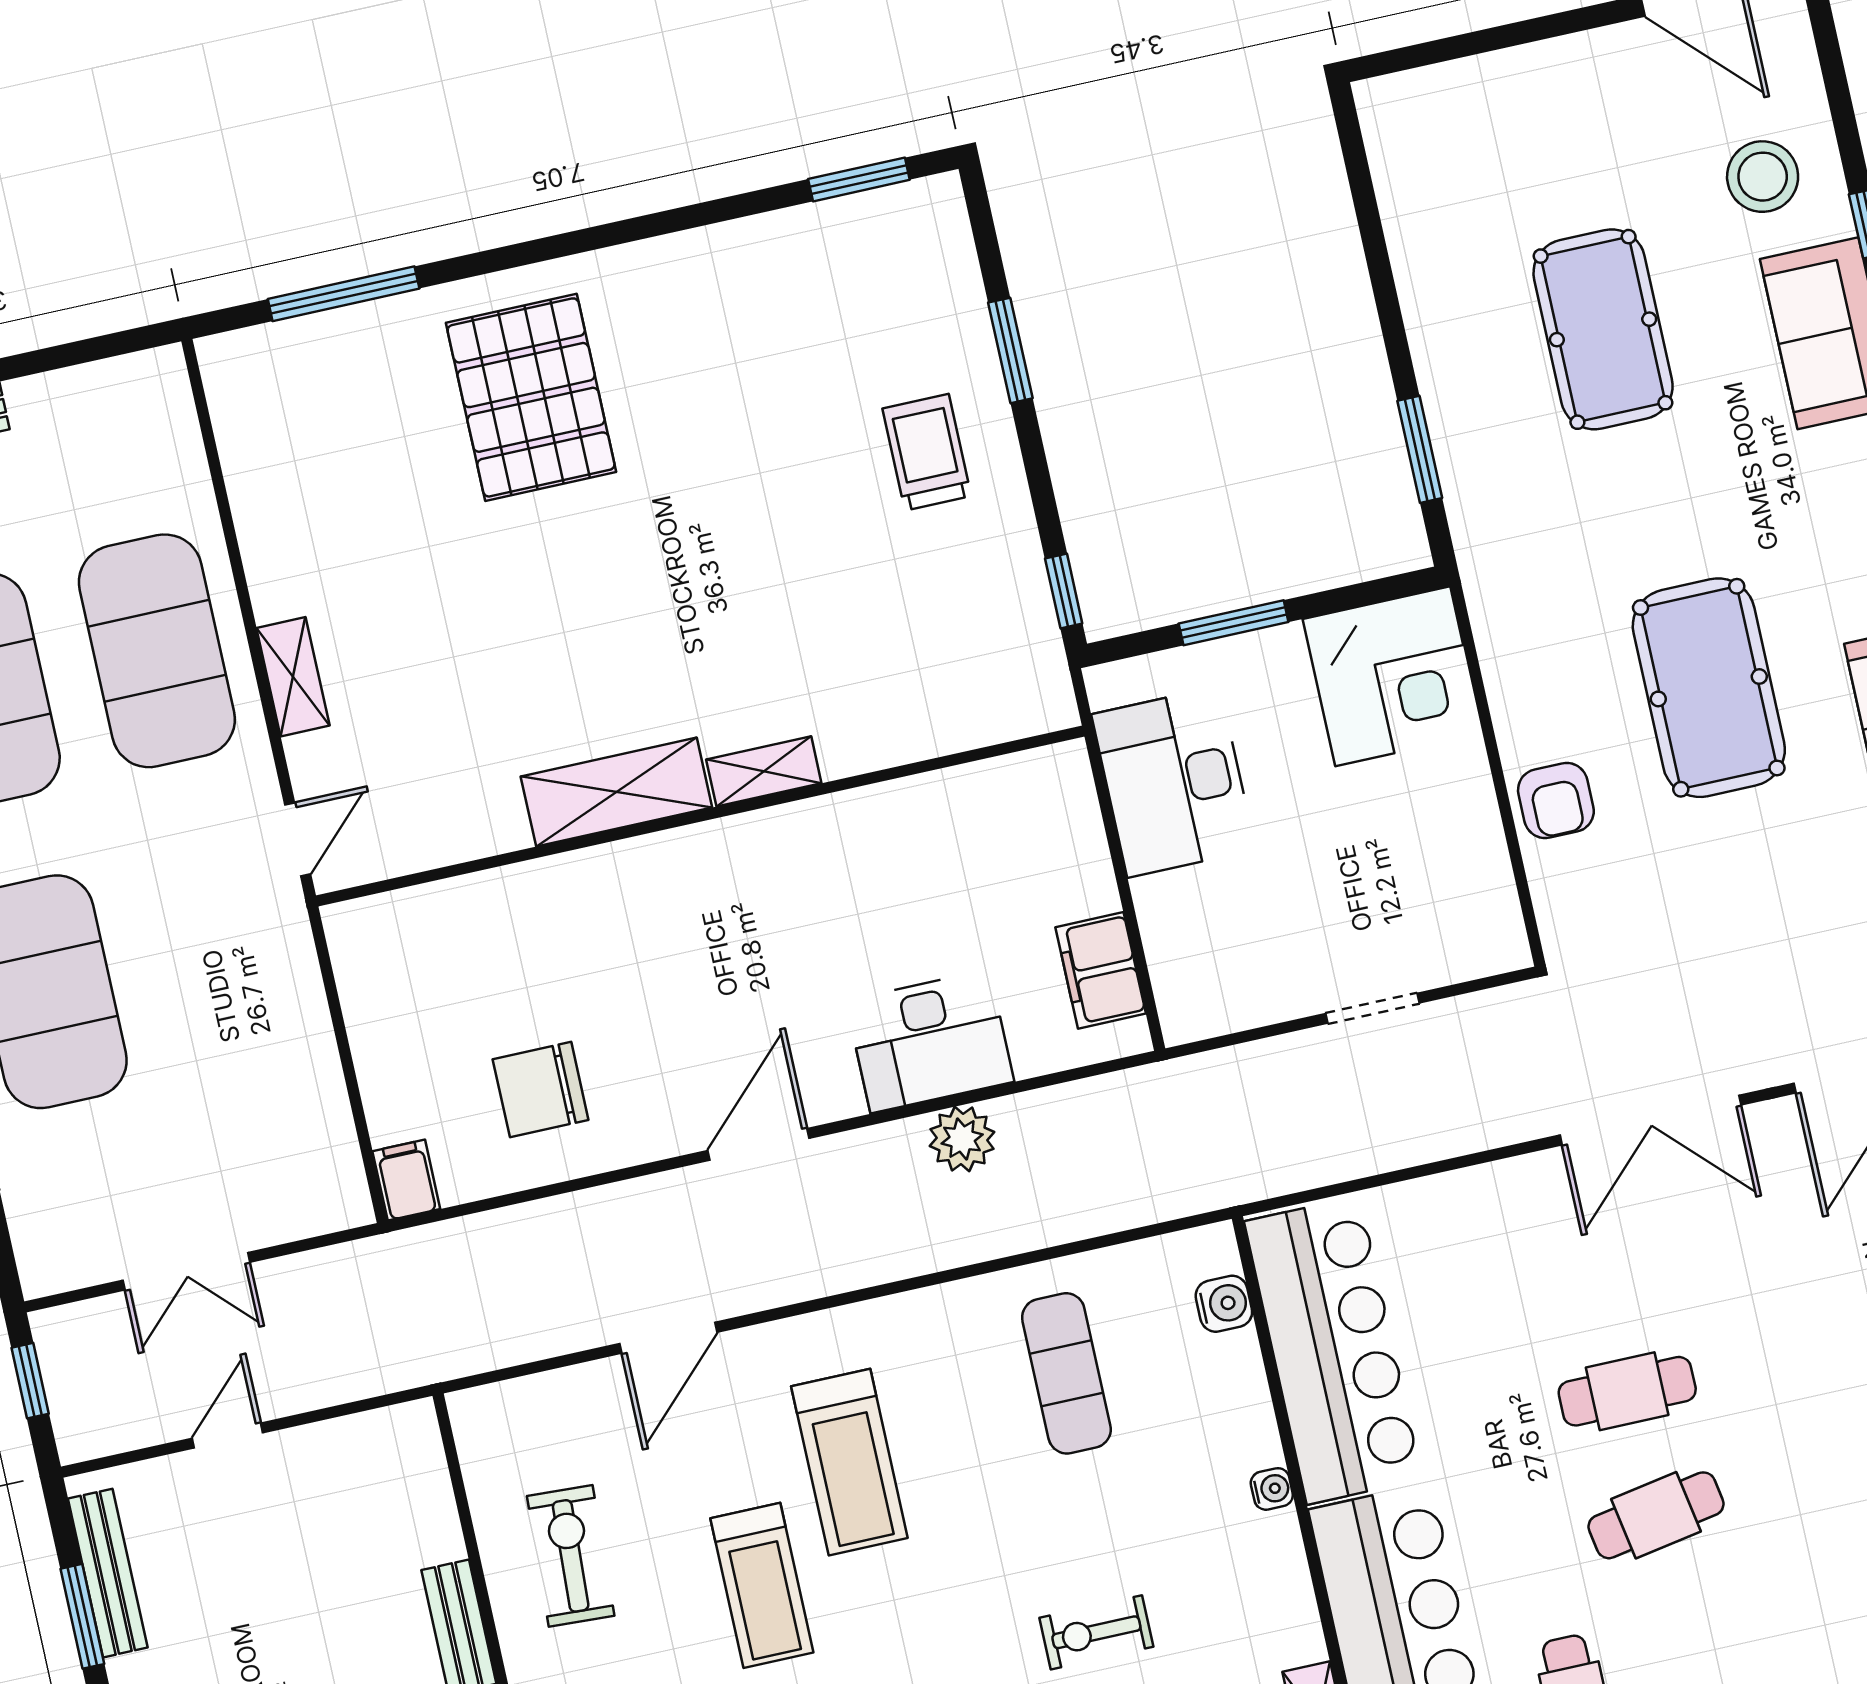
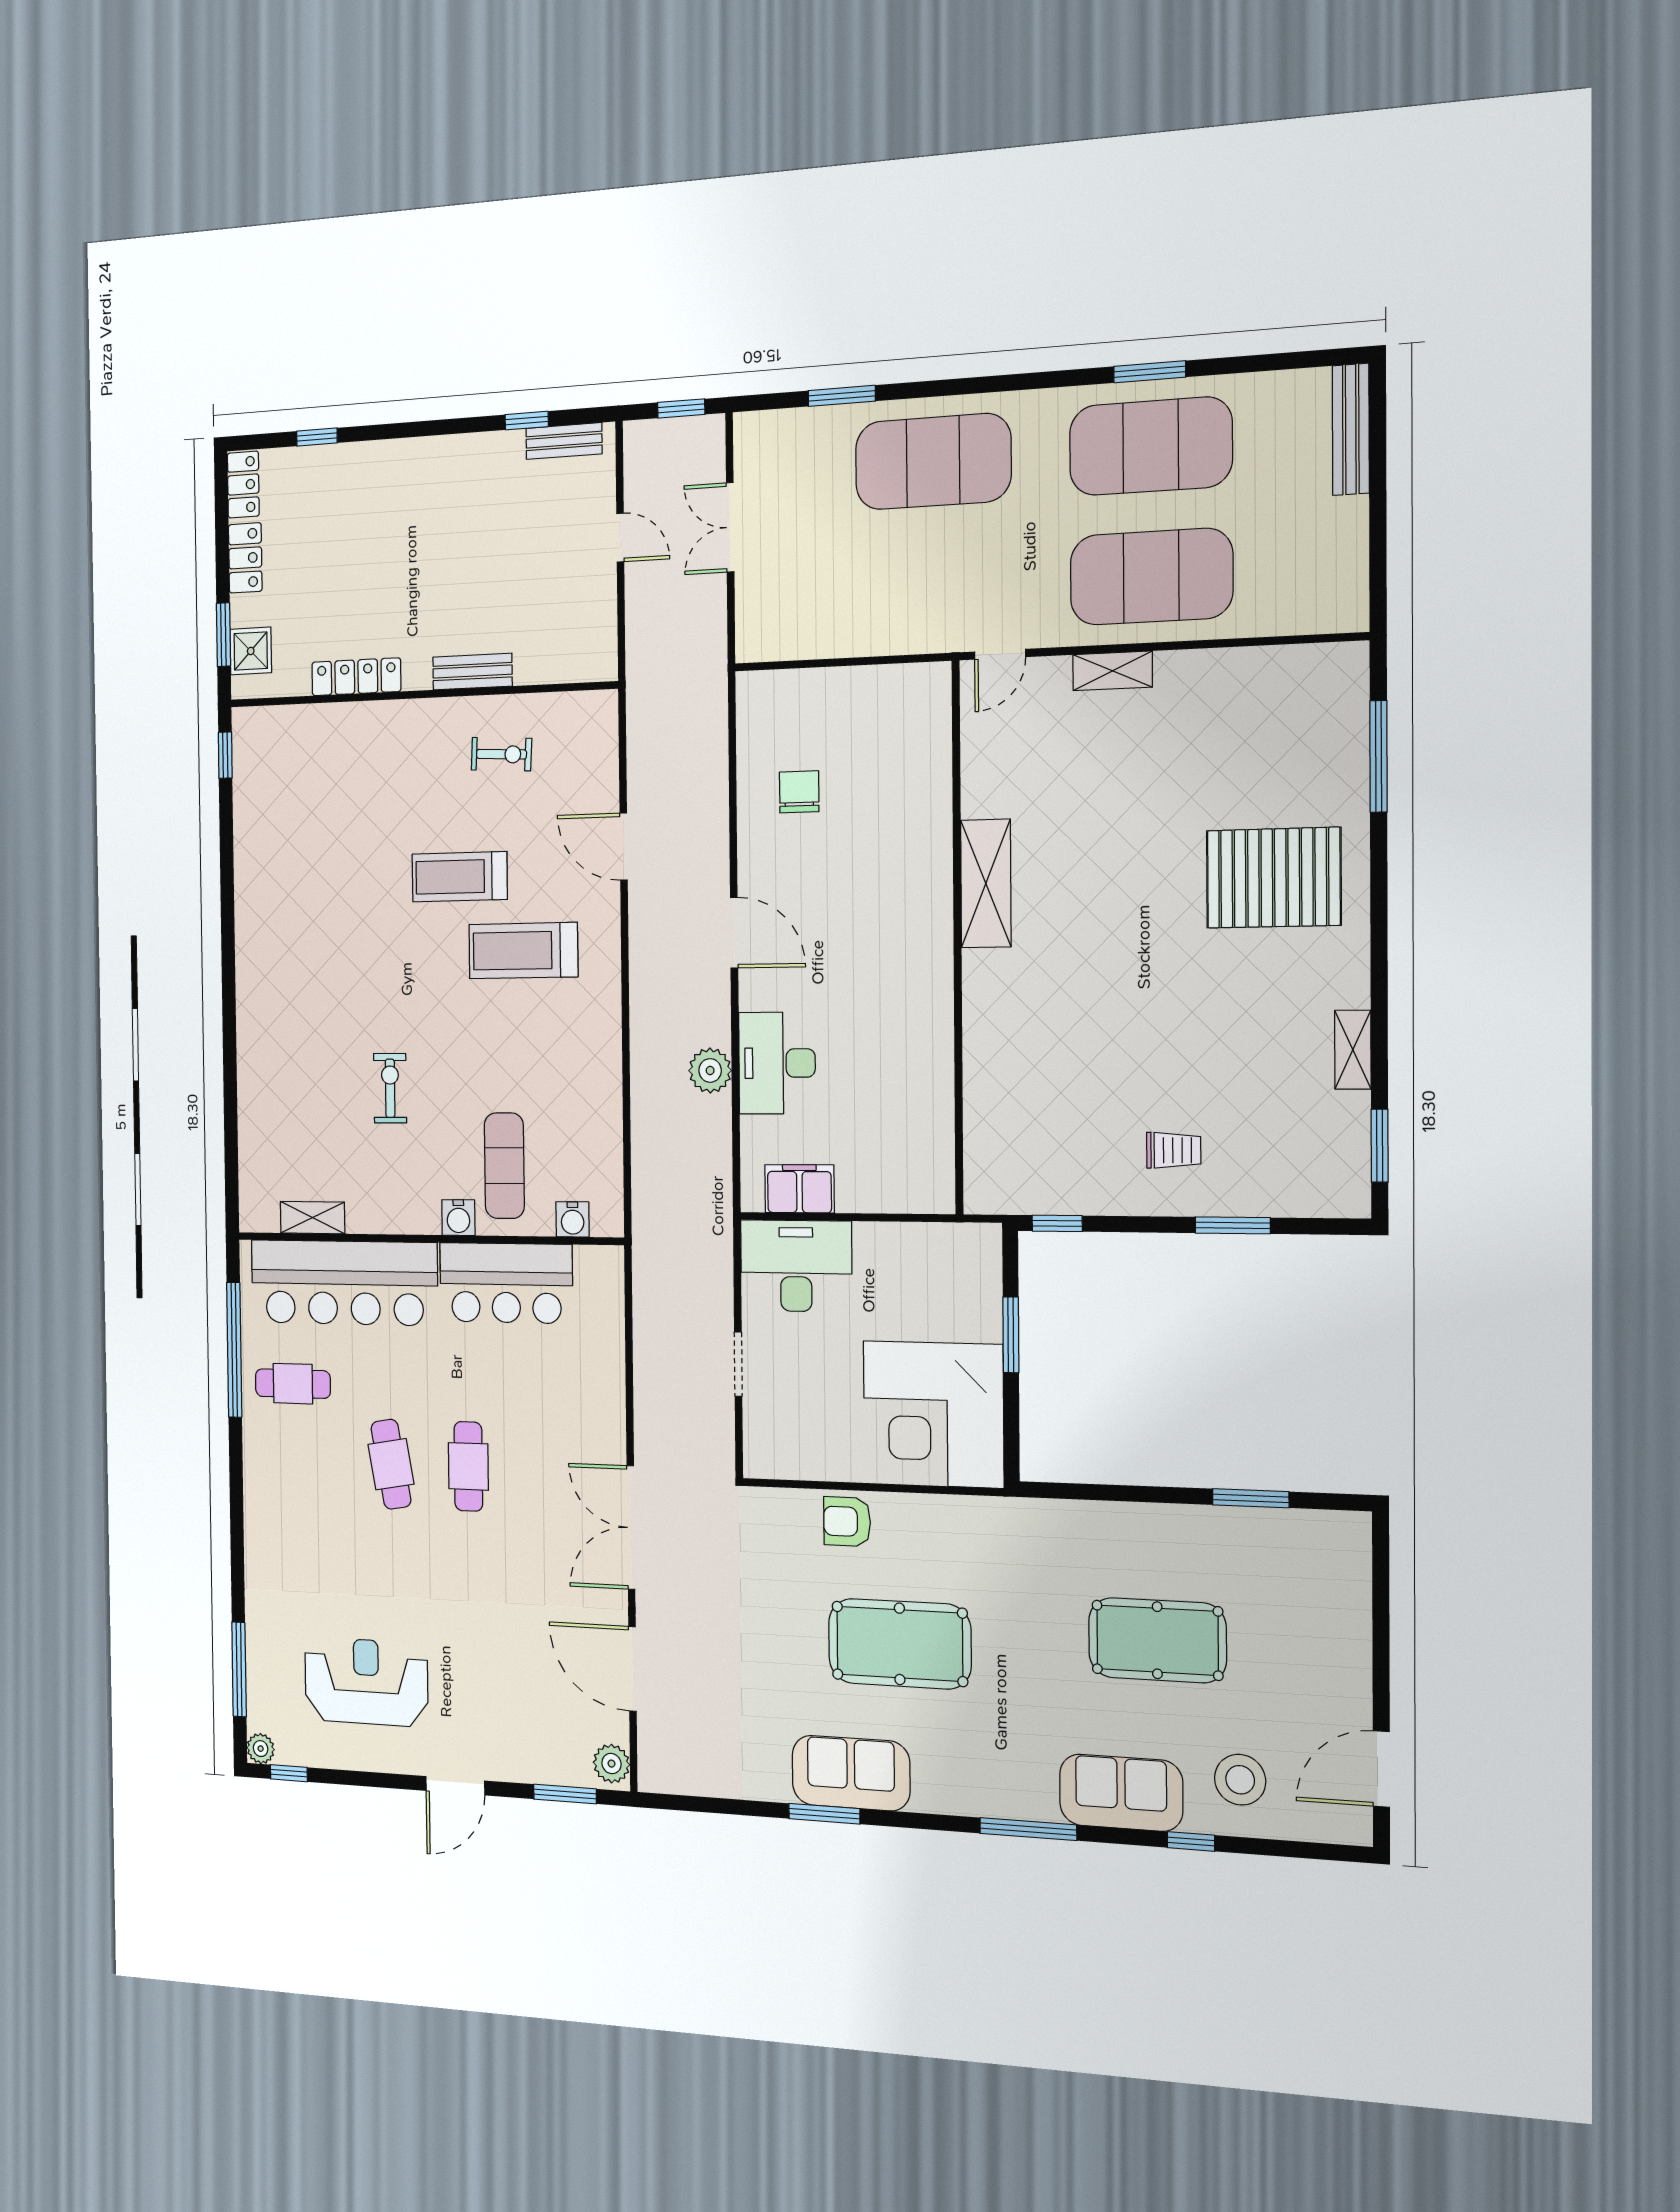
window: (1420, 449) -> (1251, 1498), moved
trolley: (927, 452) -> (1174, 1150), width x0.73, depth x0.72
corner desk: (1393, 676) -> (933, 1414), width x1.36, depth x1.36
shelving: (764, 771) -> (1353, 1050), moved
desk: (1174, 782) -> (796, 1266), moved
door: (298, 839) -> (1000, 654), hinge flipped
chair: (541, 1090) -> (799, 792), width x0.73, depth x0.73
filing cabinet: (406, 1180) -> (759, 689), removed
bar counter: (1333, 1350) -> (506, 1283), width x0.73
exercise mat: (1066, 1373) -> (504, 1166), moved, turned 90
water cooler: (1272, 1489) -> (458, 1218), width x1.38, depth x1.38
exercise bike: (571, 1556) -> (502, 754), width x0.73, depth x0.72
bench: (108, 1573) -> (564, 441), width x0.73
window: (82, 1616) -> (527, 421), width x0.67

